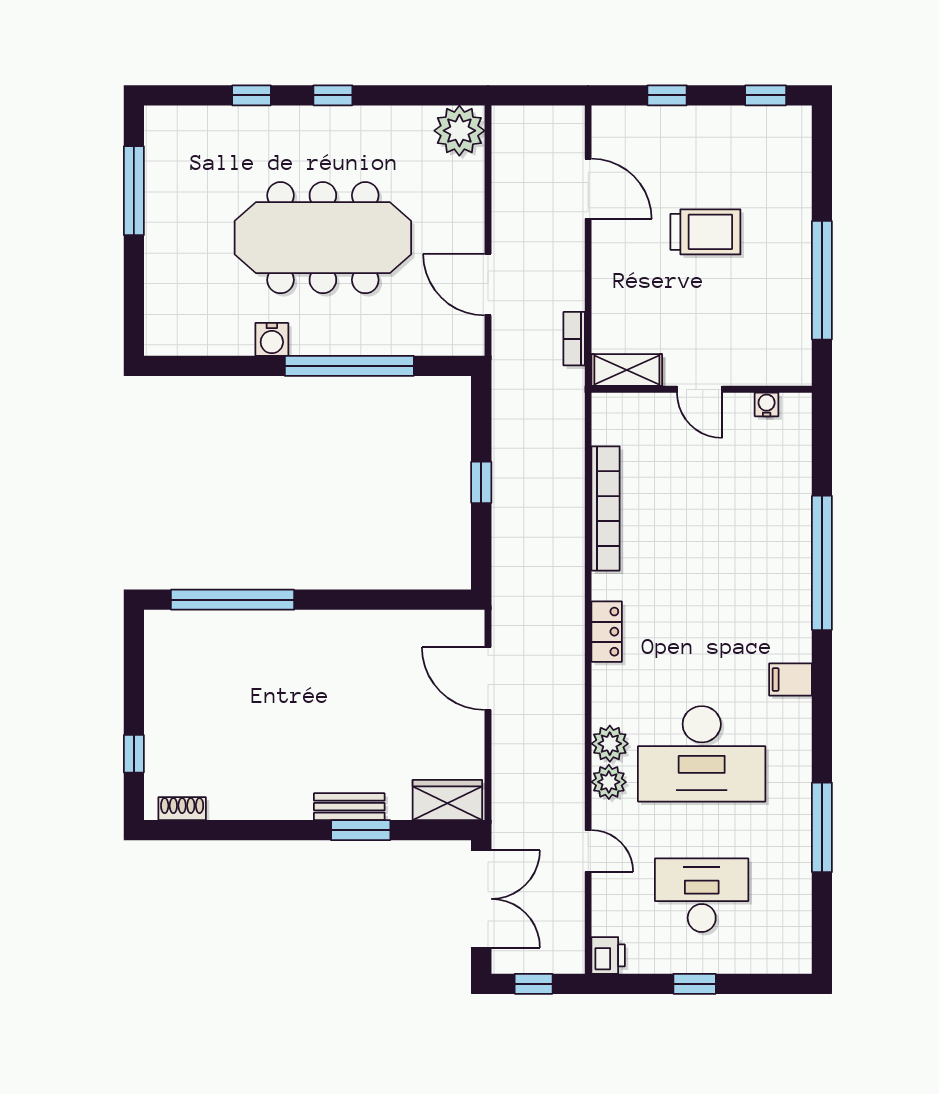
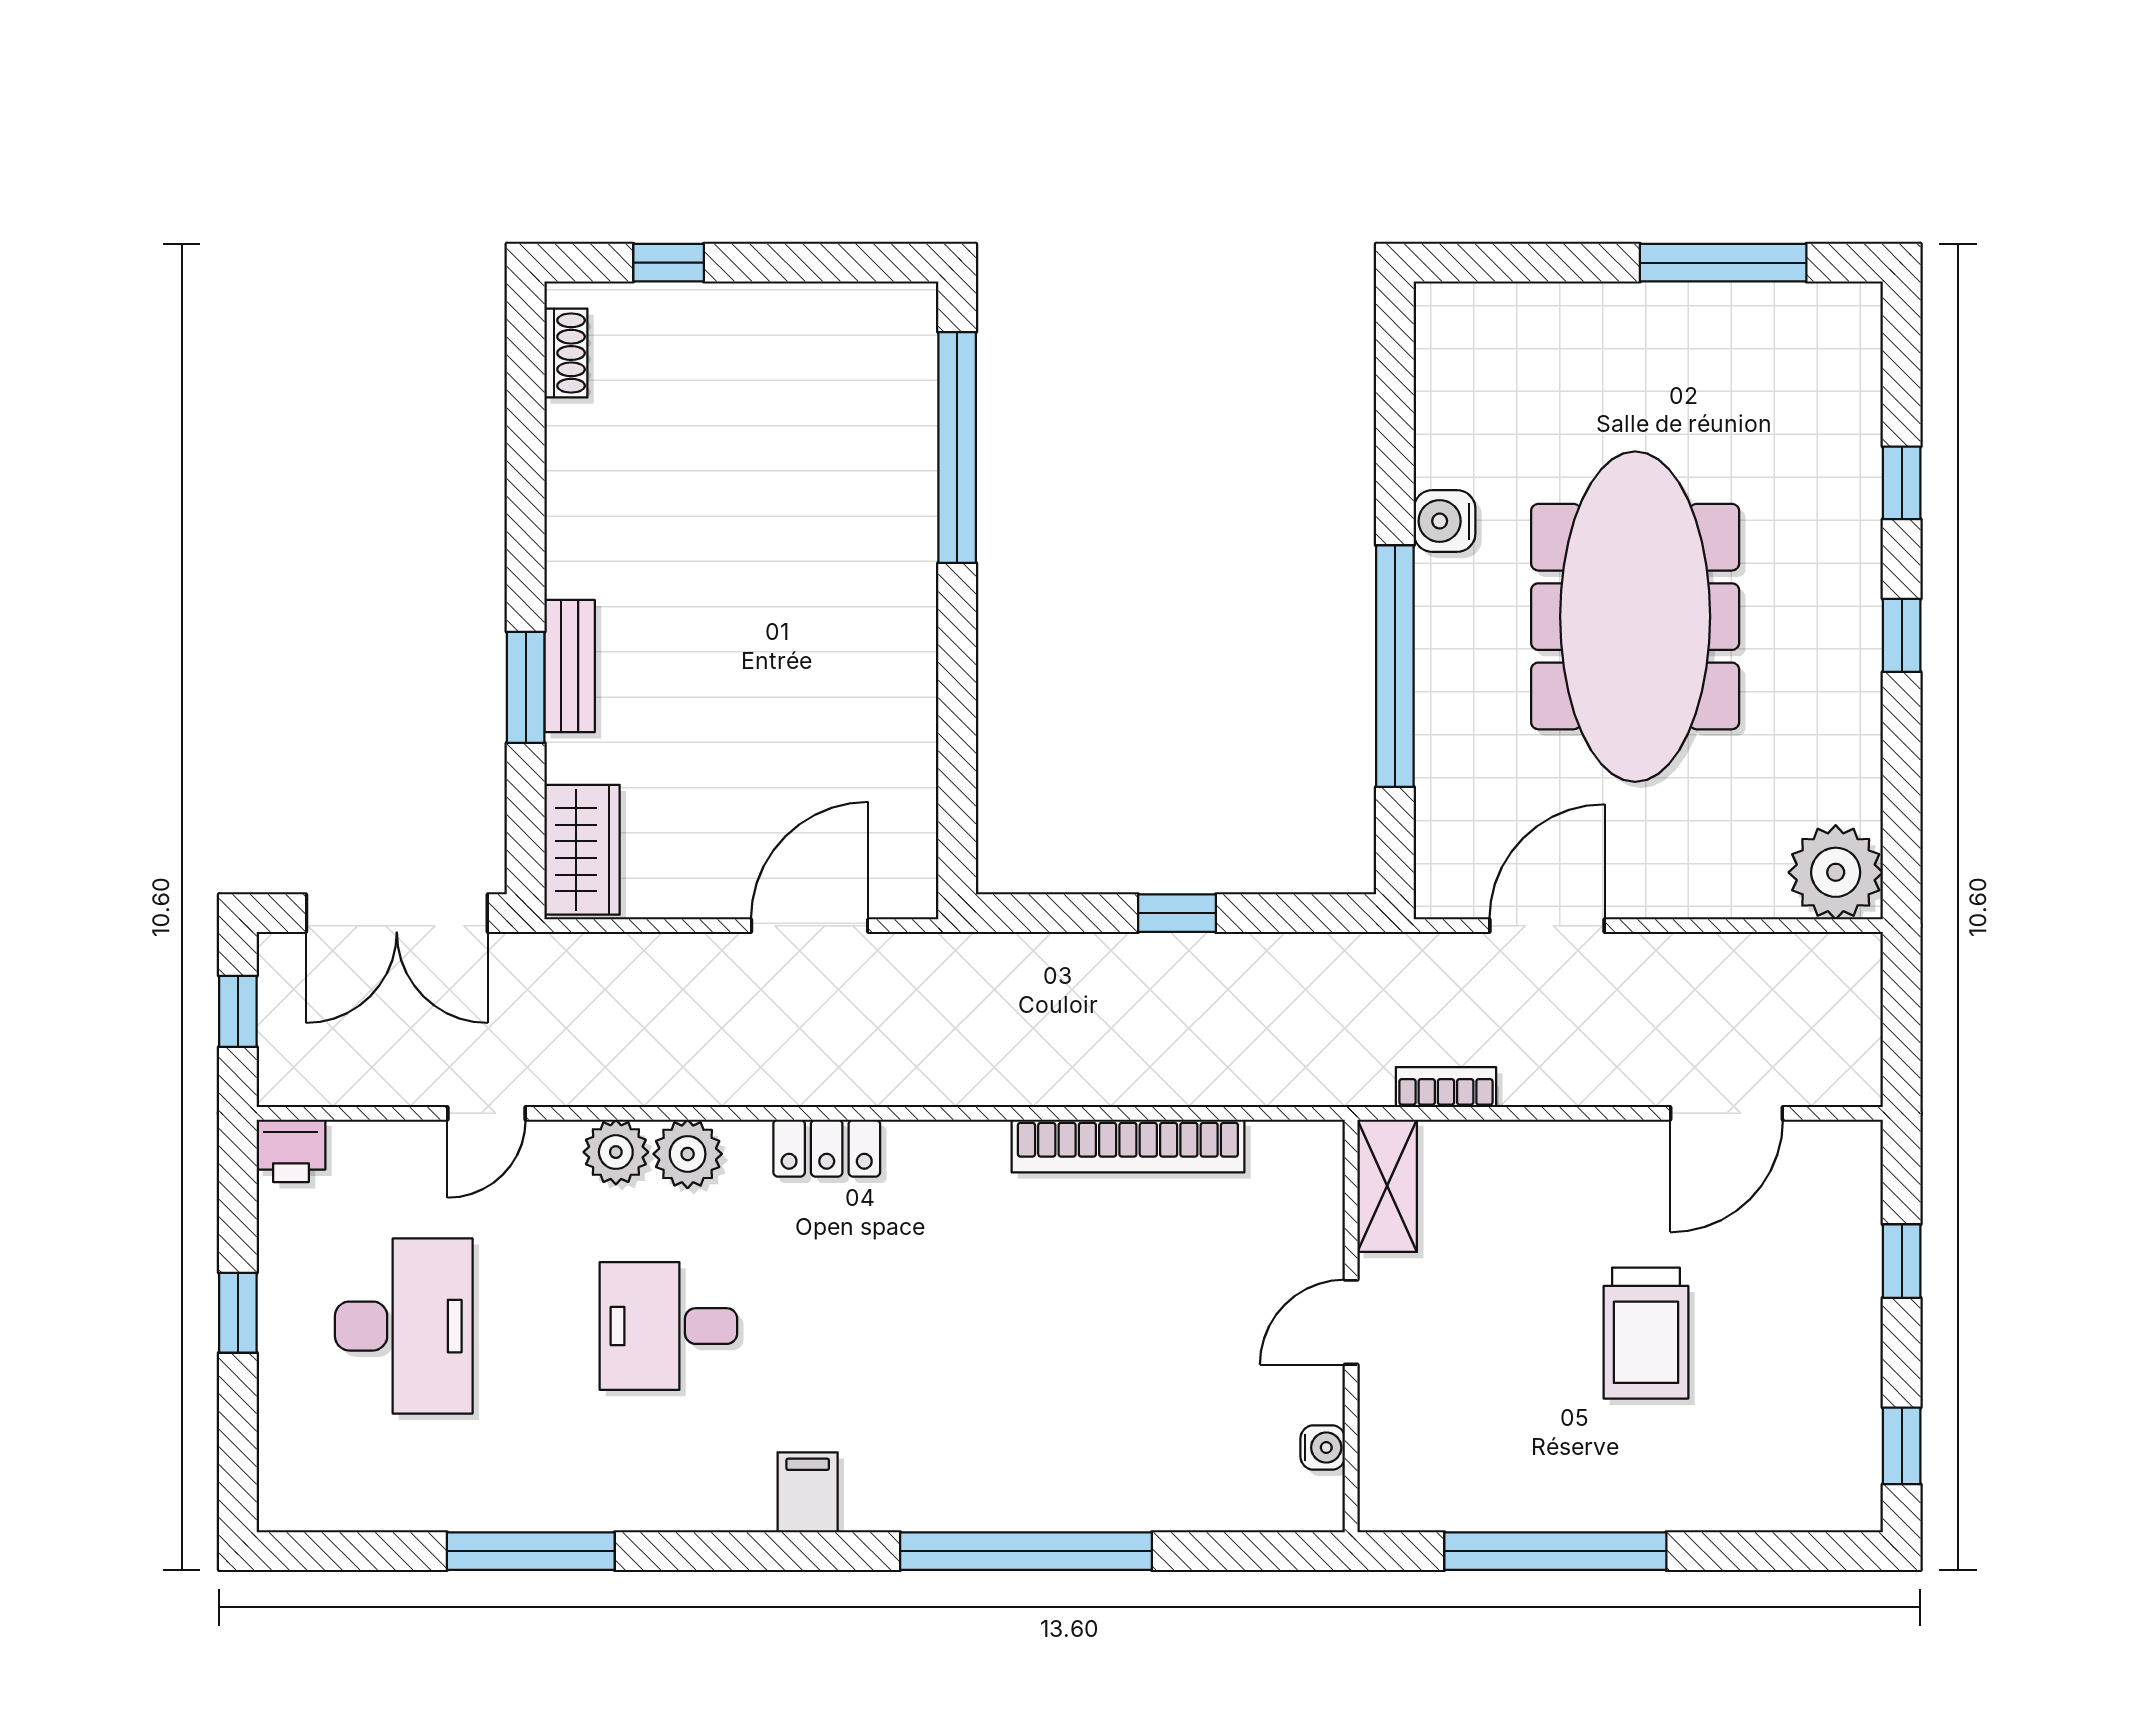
locker: (607, 632) -> (827, 1148), moved
desk: (702, 754) -> (668, 1326), width x0.53, depth x0.77

